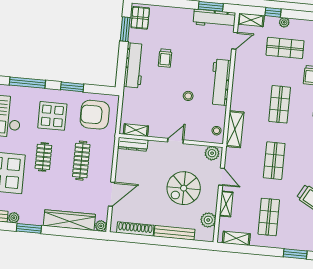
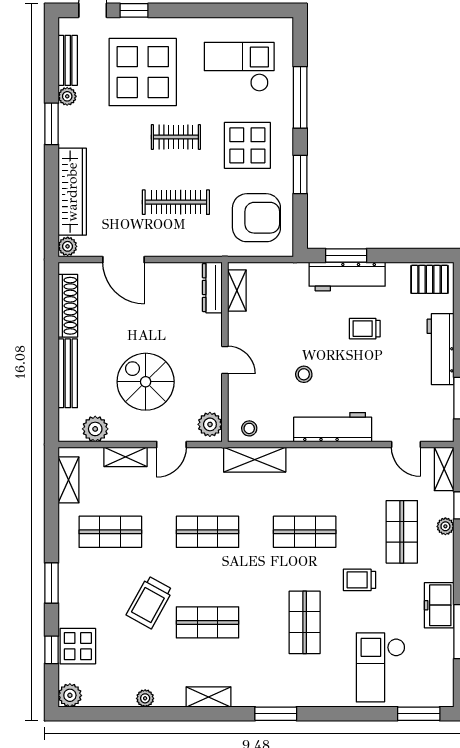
workbench: (214, 18) -> (441, 349), moved
window: (125, 29) -> (346, 256), moved
armchair: (95, 115) -> (256, 218), turned 90

